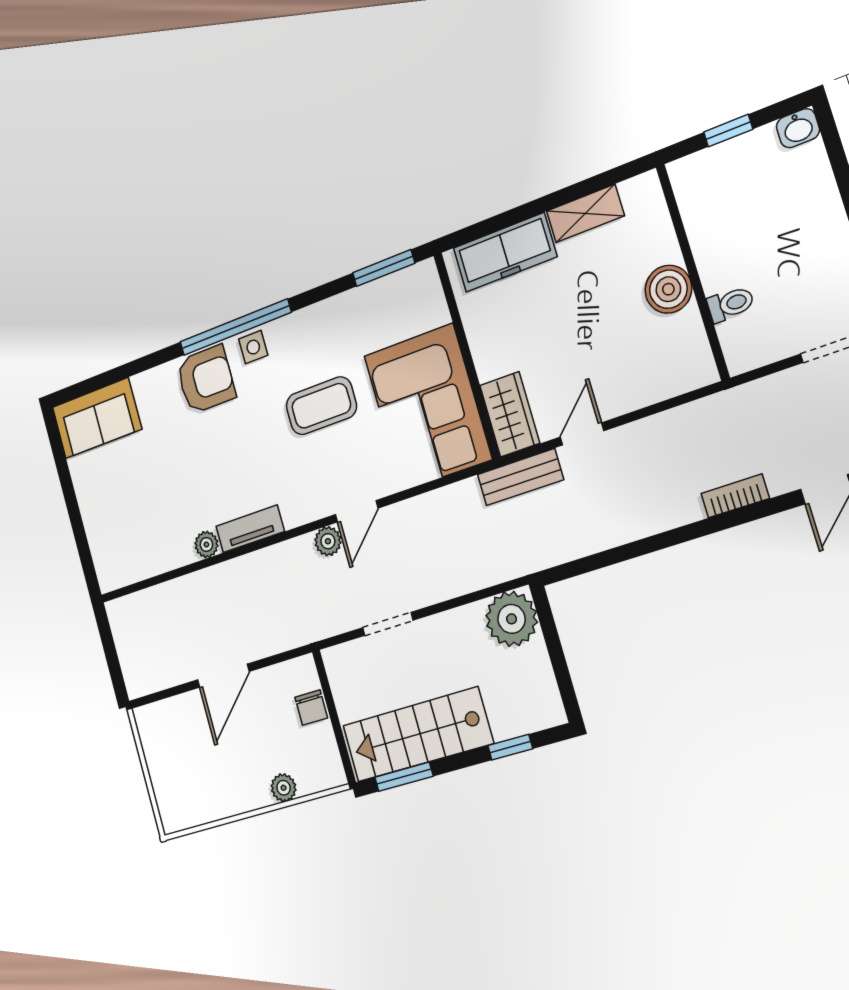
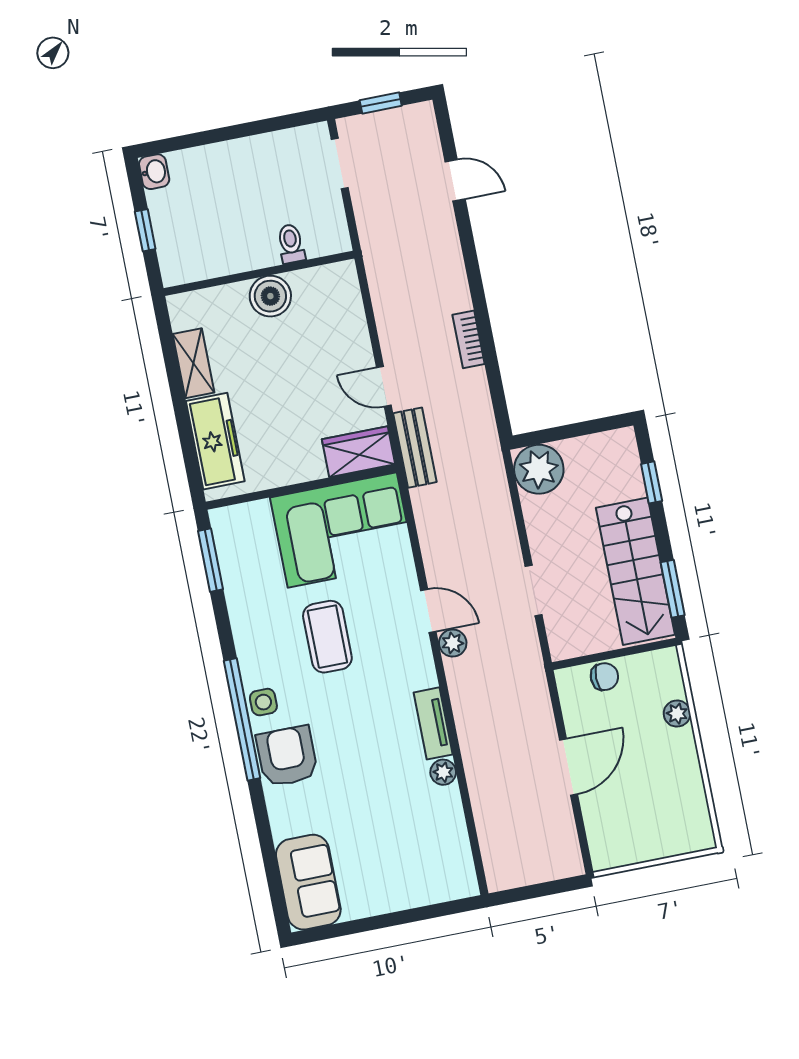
bookcase: (735, 496) -> (469, 339), moved
door: (223, 676) -> (569, 767), hinge flipped

